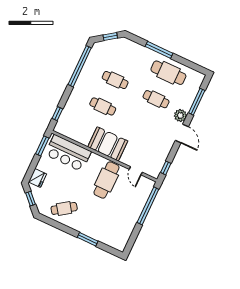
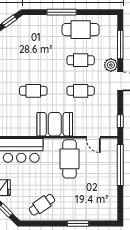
cafe table: (115, 80) -> (81, 91), moved

